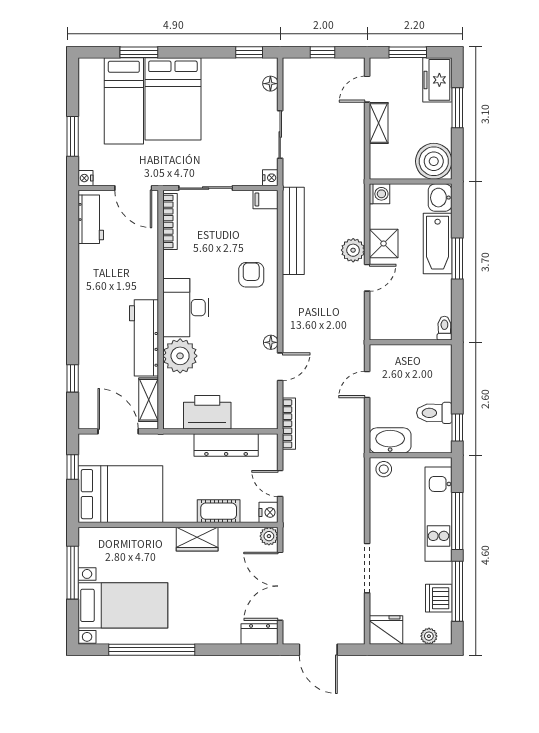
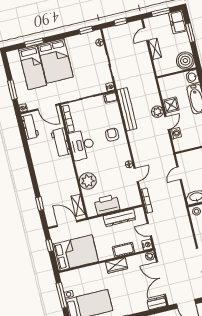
washing machine: (379, 194) -> (176, 133), moved
desk: (186, 308) -> (82, 145), moved
workbench: (144, 338) -> (61, 142), moved, width x0.73

